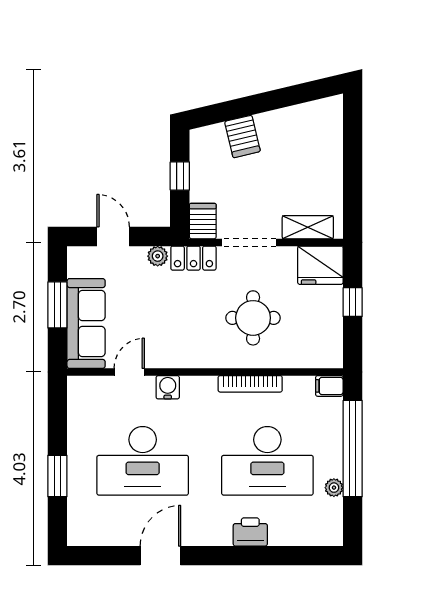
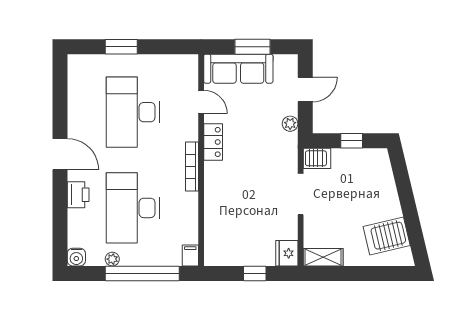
server rack: (242, 136) -> (387, 236), moved, width x1.36, depth x1.44
shelving: (308, 227) -> (323, 257), moved, turned 90
locker: (193, 258) -> (213, 142), moved, turned 180
fridge: (320, 265) -> (287, 253), width x0.73, depth x0.75
round table: (253, 318) -> (243, 197), removed
bookcase: (250, 384) -> (192, 166), moved
water cooler: (168, 387) -> (76, 257), moved, turned 90
door: (160, 556) -> (60, 154), moved

